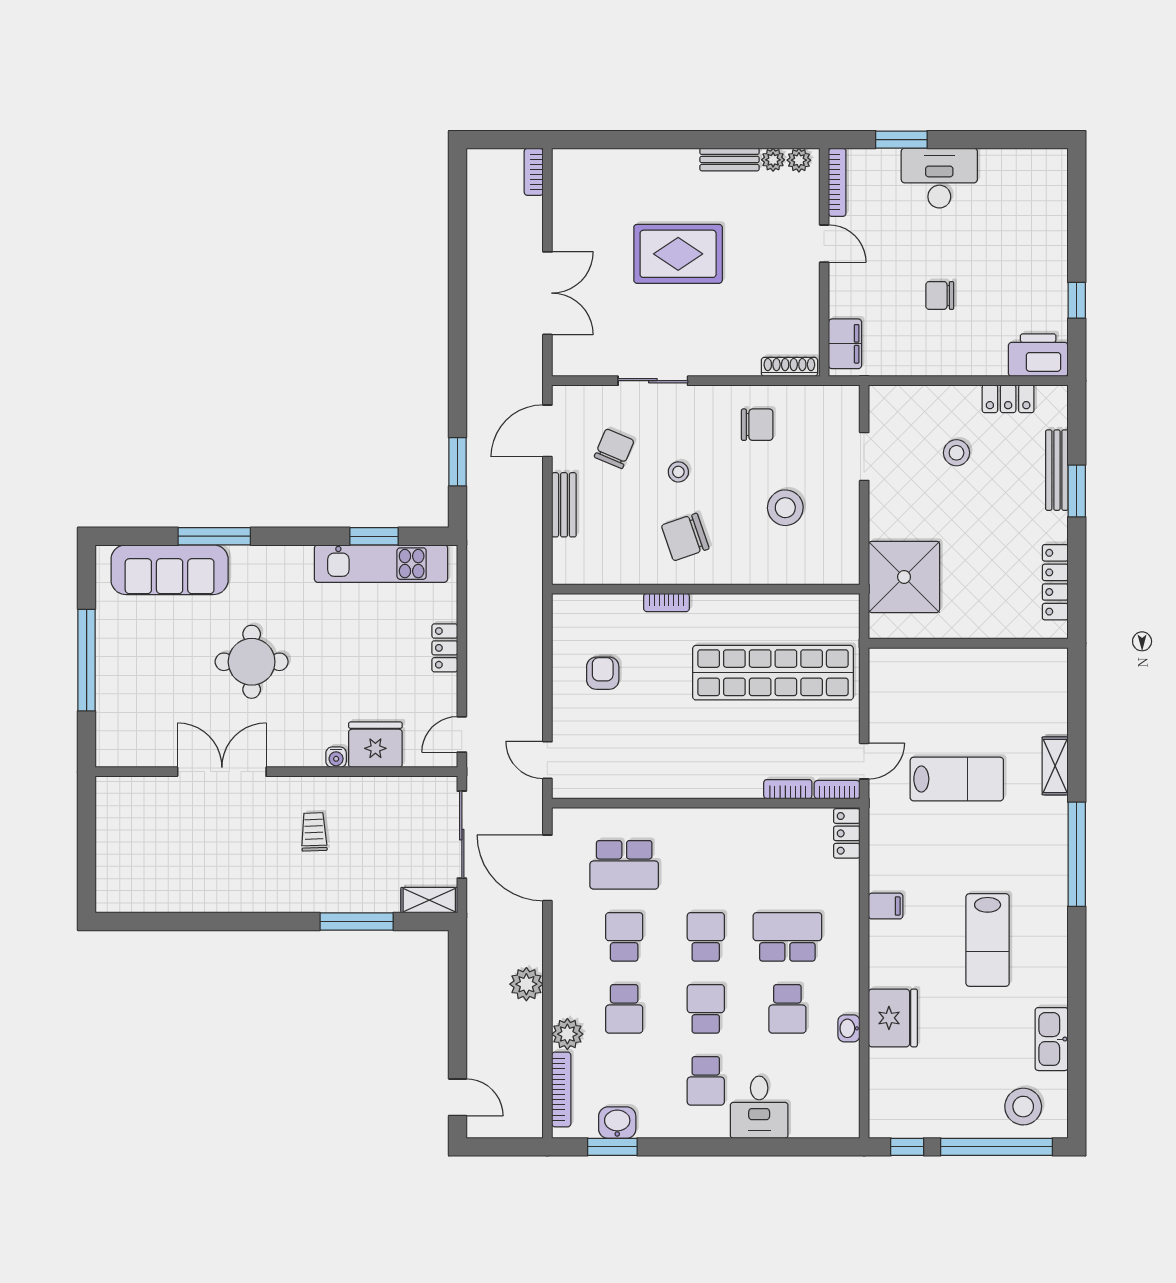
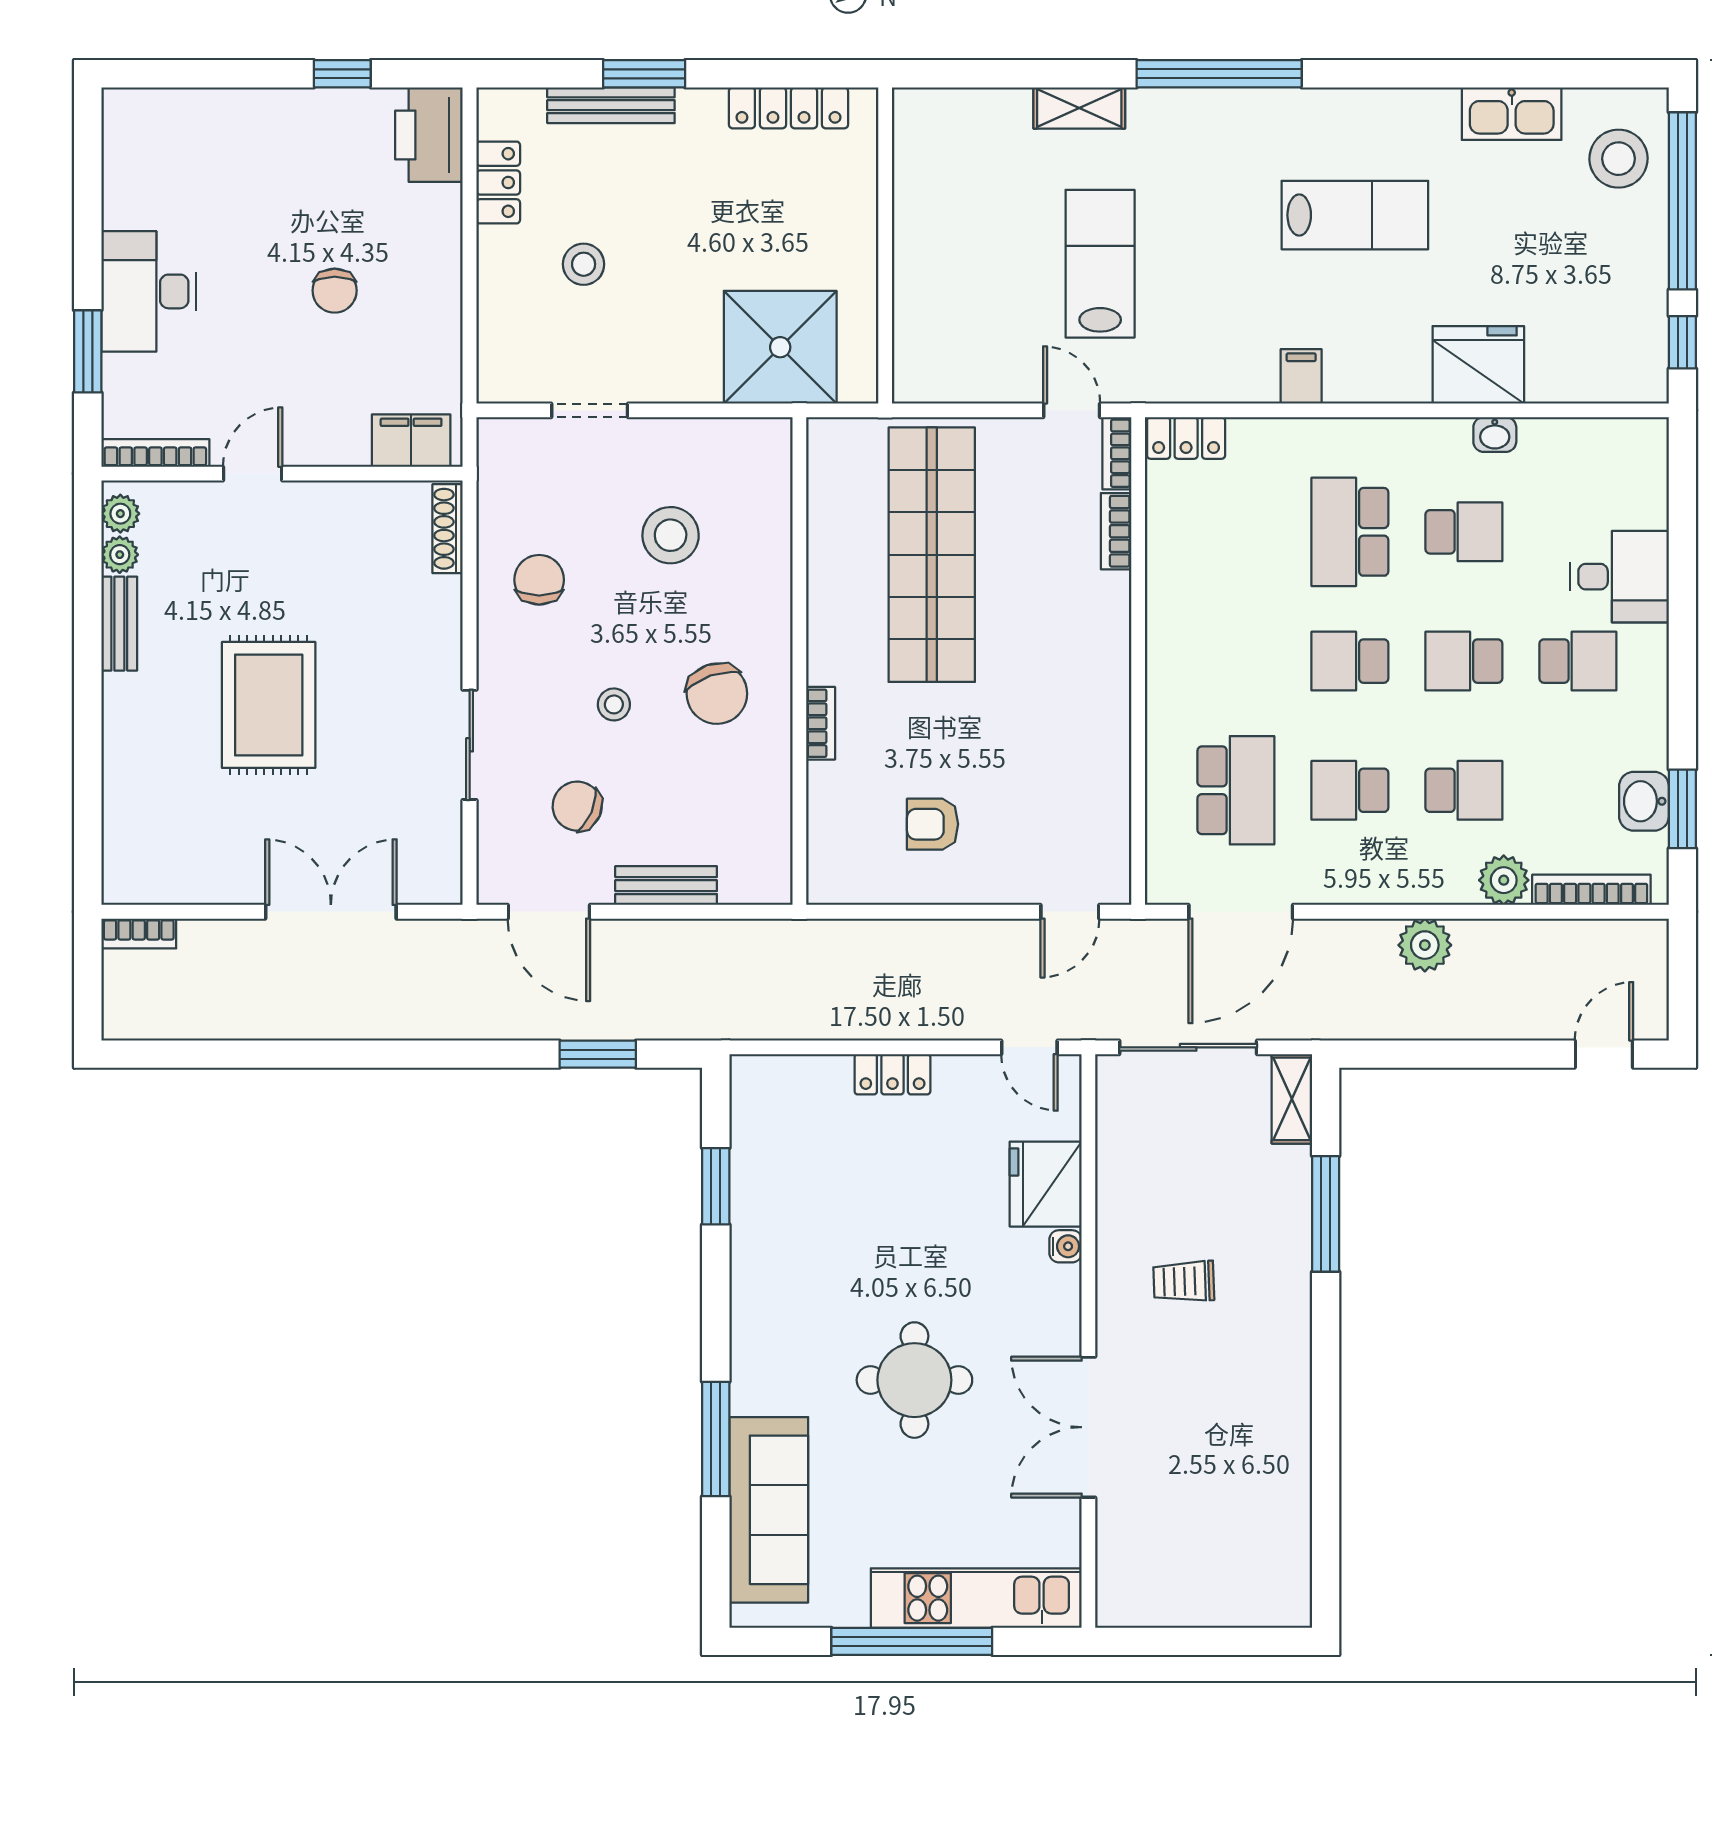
kitchen unit: (381, 564) -> (976, 1598), moved, turned -90

